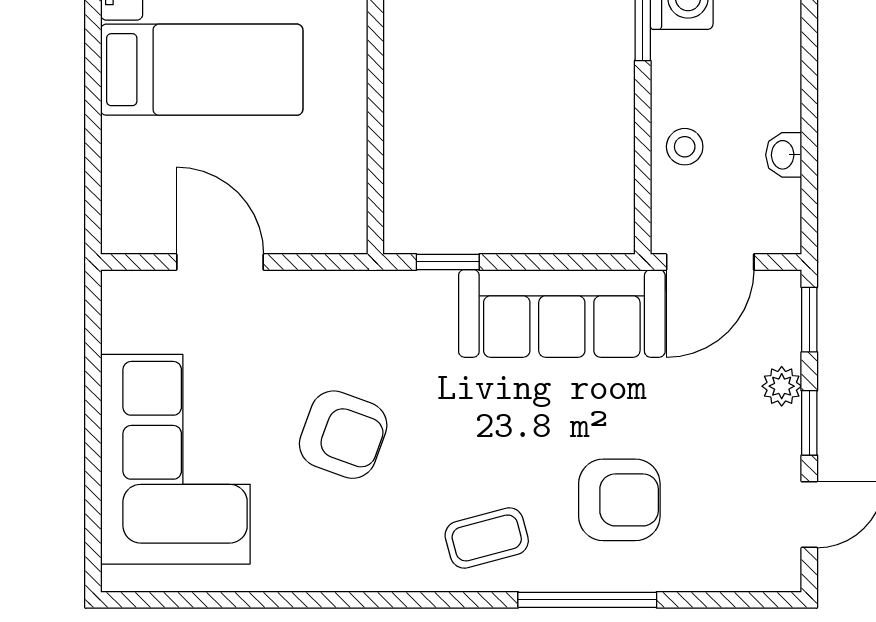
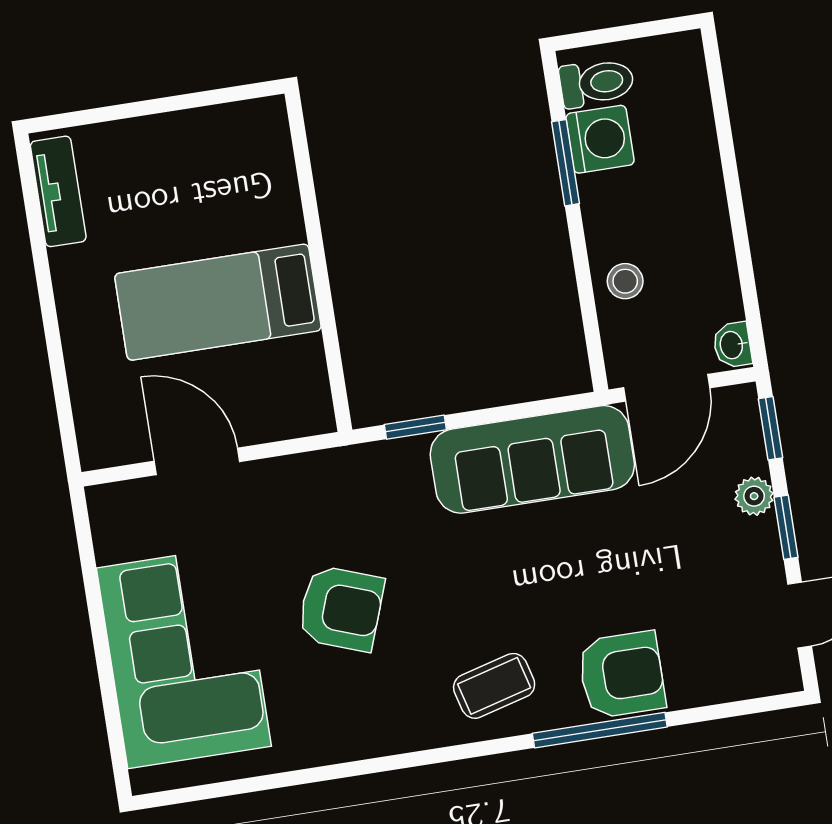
bed: (202, 70) -> (218, 302), moved, turned 180
washbasin: (784, 155) -> (732, 345), moved
armchair: (619, 500) -> (622, 675), moved

